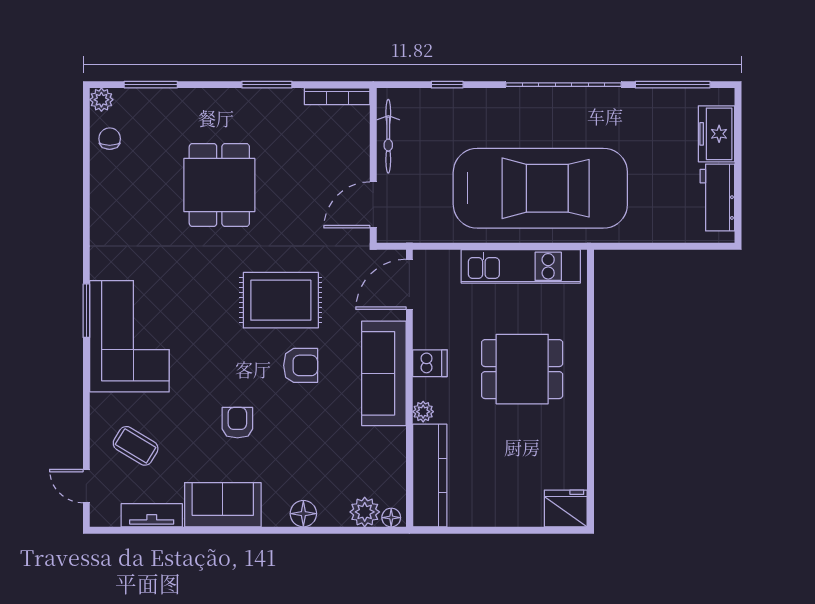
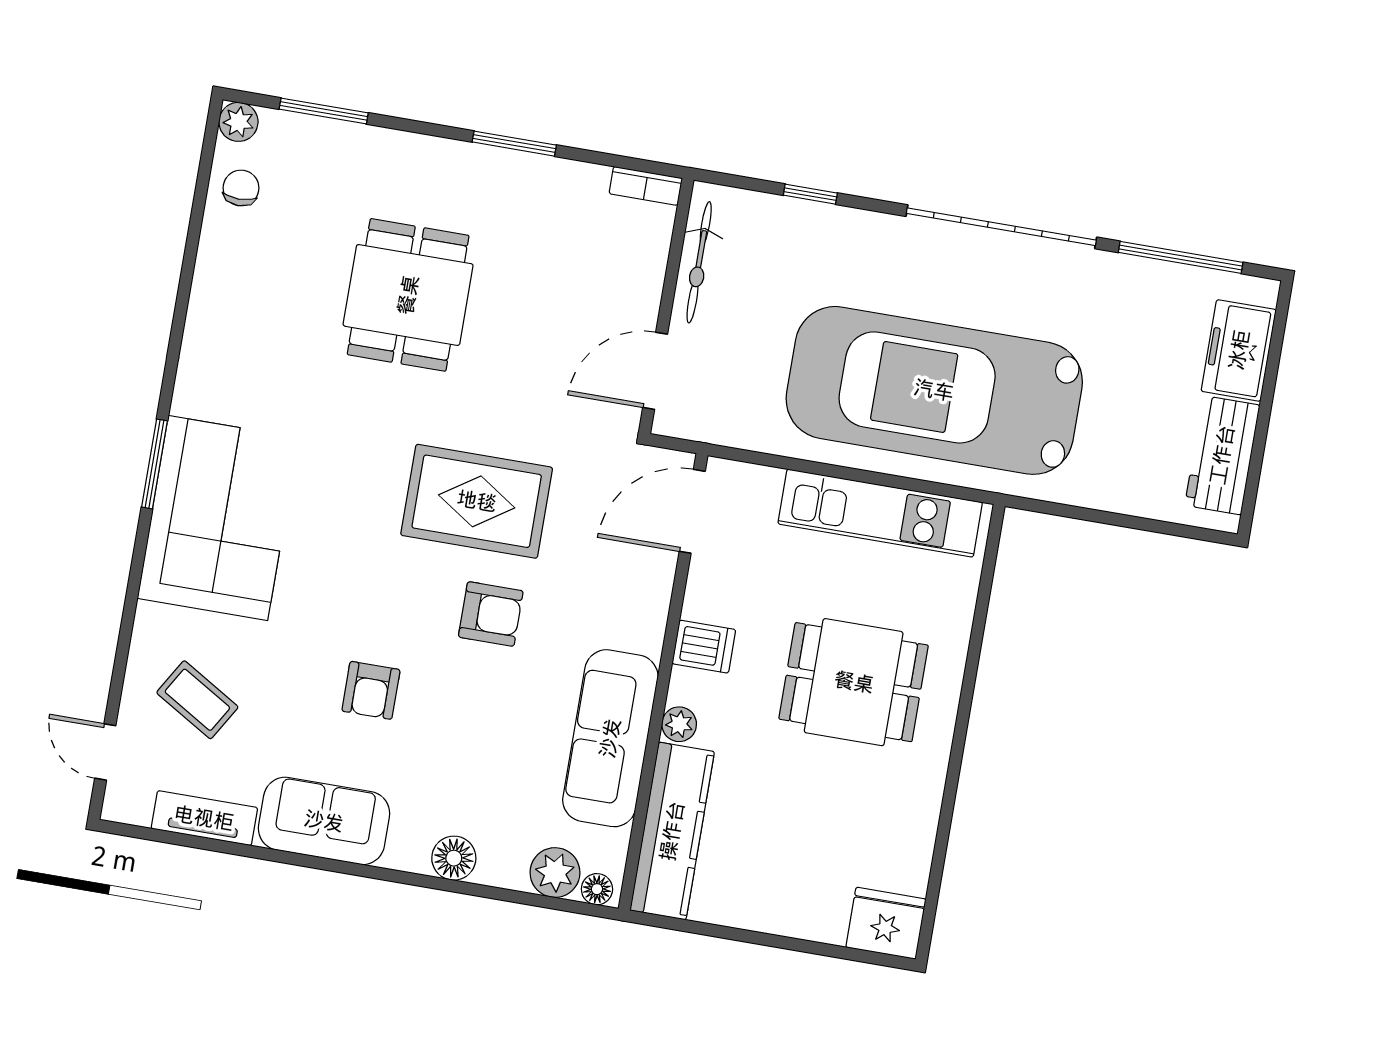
bookcase: (337, 96) -> (646, 186), width x0.64
car: (540, 188) -> (934, 390), turned 180
sofa: (384, 373) -> (610, 738), moved
armchair: (237, 423) -> (371, 690), turned 180

